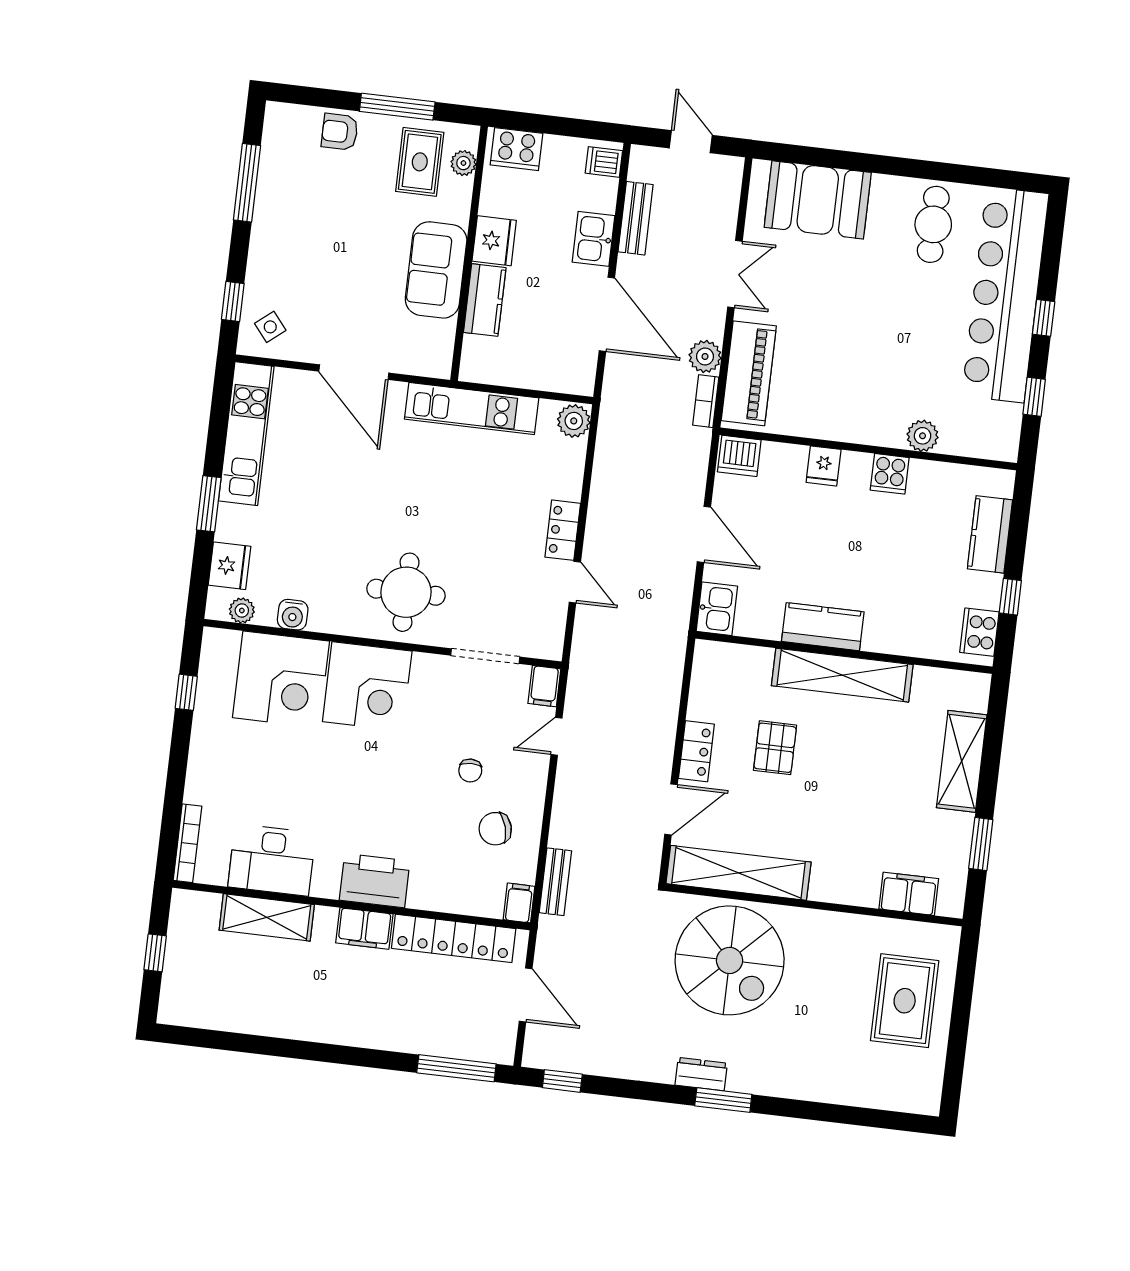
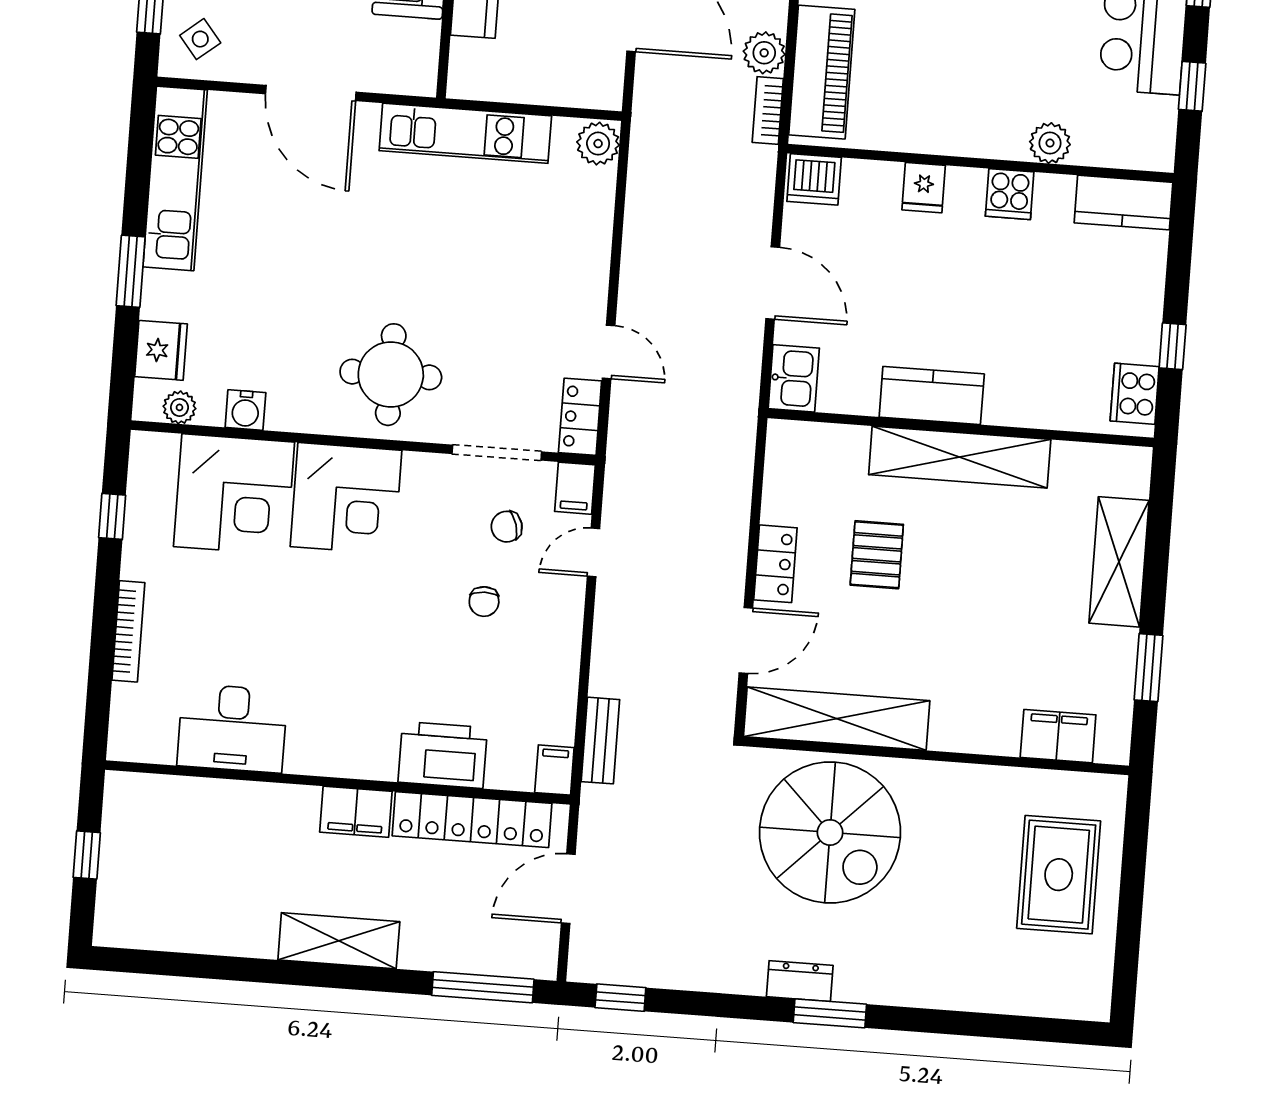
locker: (563, 530) -> (580, 417), moved
kitchen counter: (990, 534) -> (1123, 203), moved, turned -90
chair: (495, 829) -> (507, 527), moved, width x0.73, depth x0.73
bookcase: (187, 843) -> (128, 631), moved
printer: (375, 881) -> (443, 755), moved
shelving: (267, 917) -> (339, 941), moved
door: (526, 995) -> (568, 889), swing flipped

